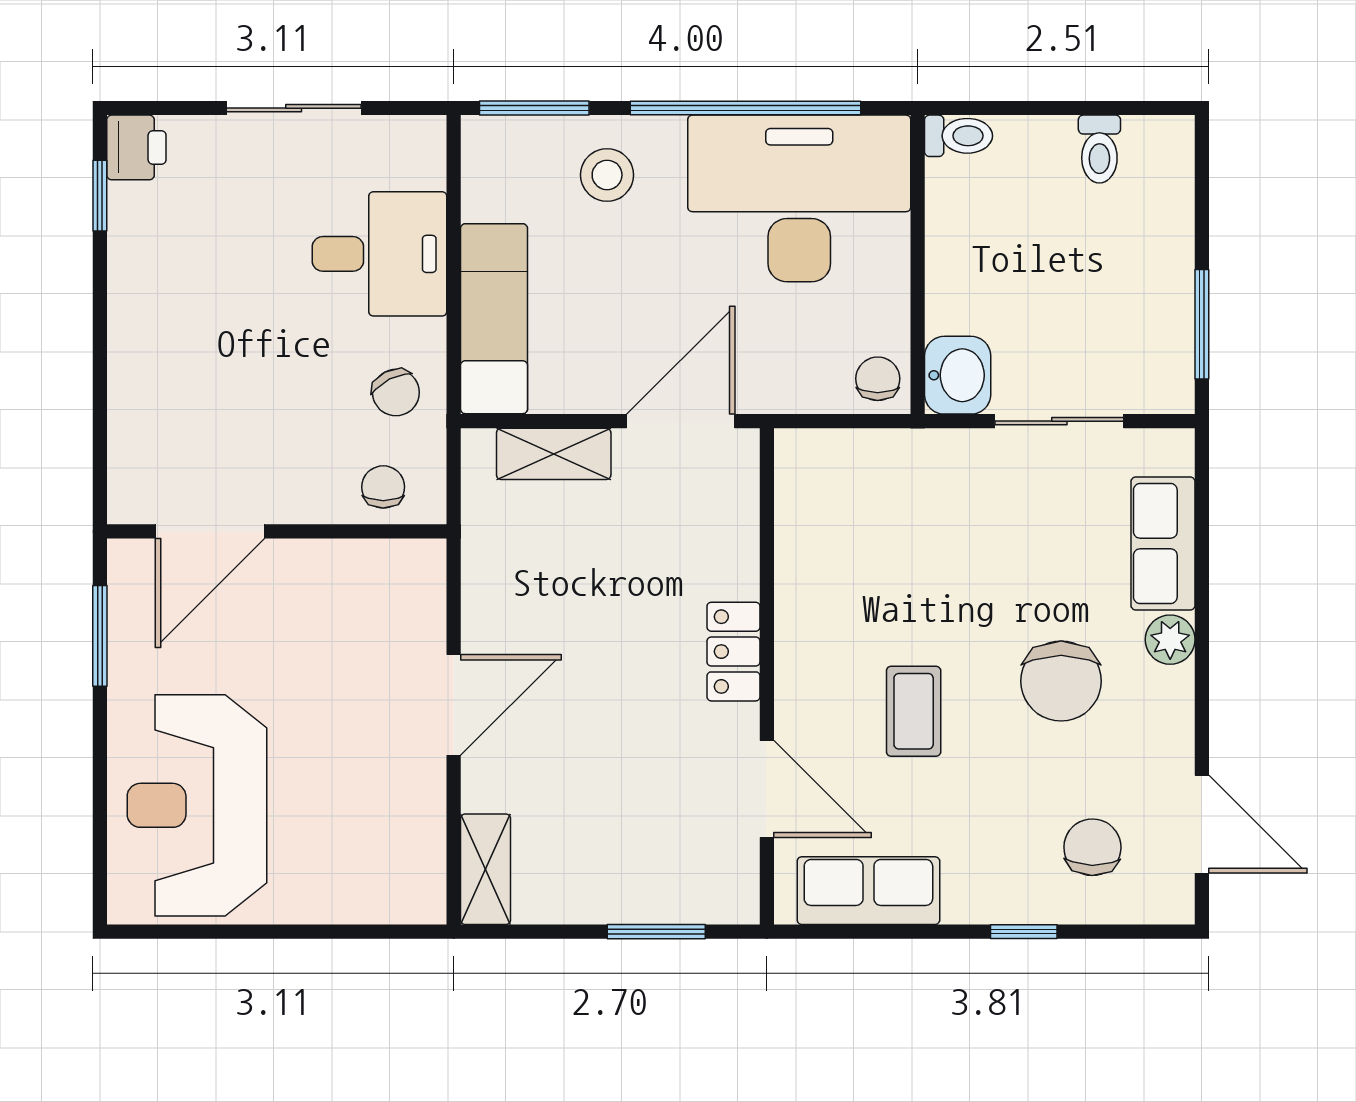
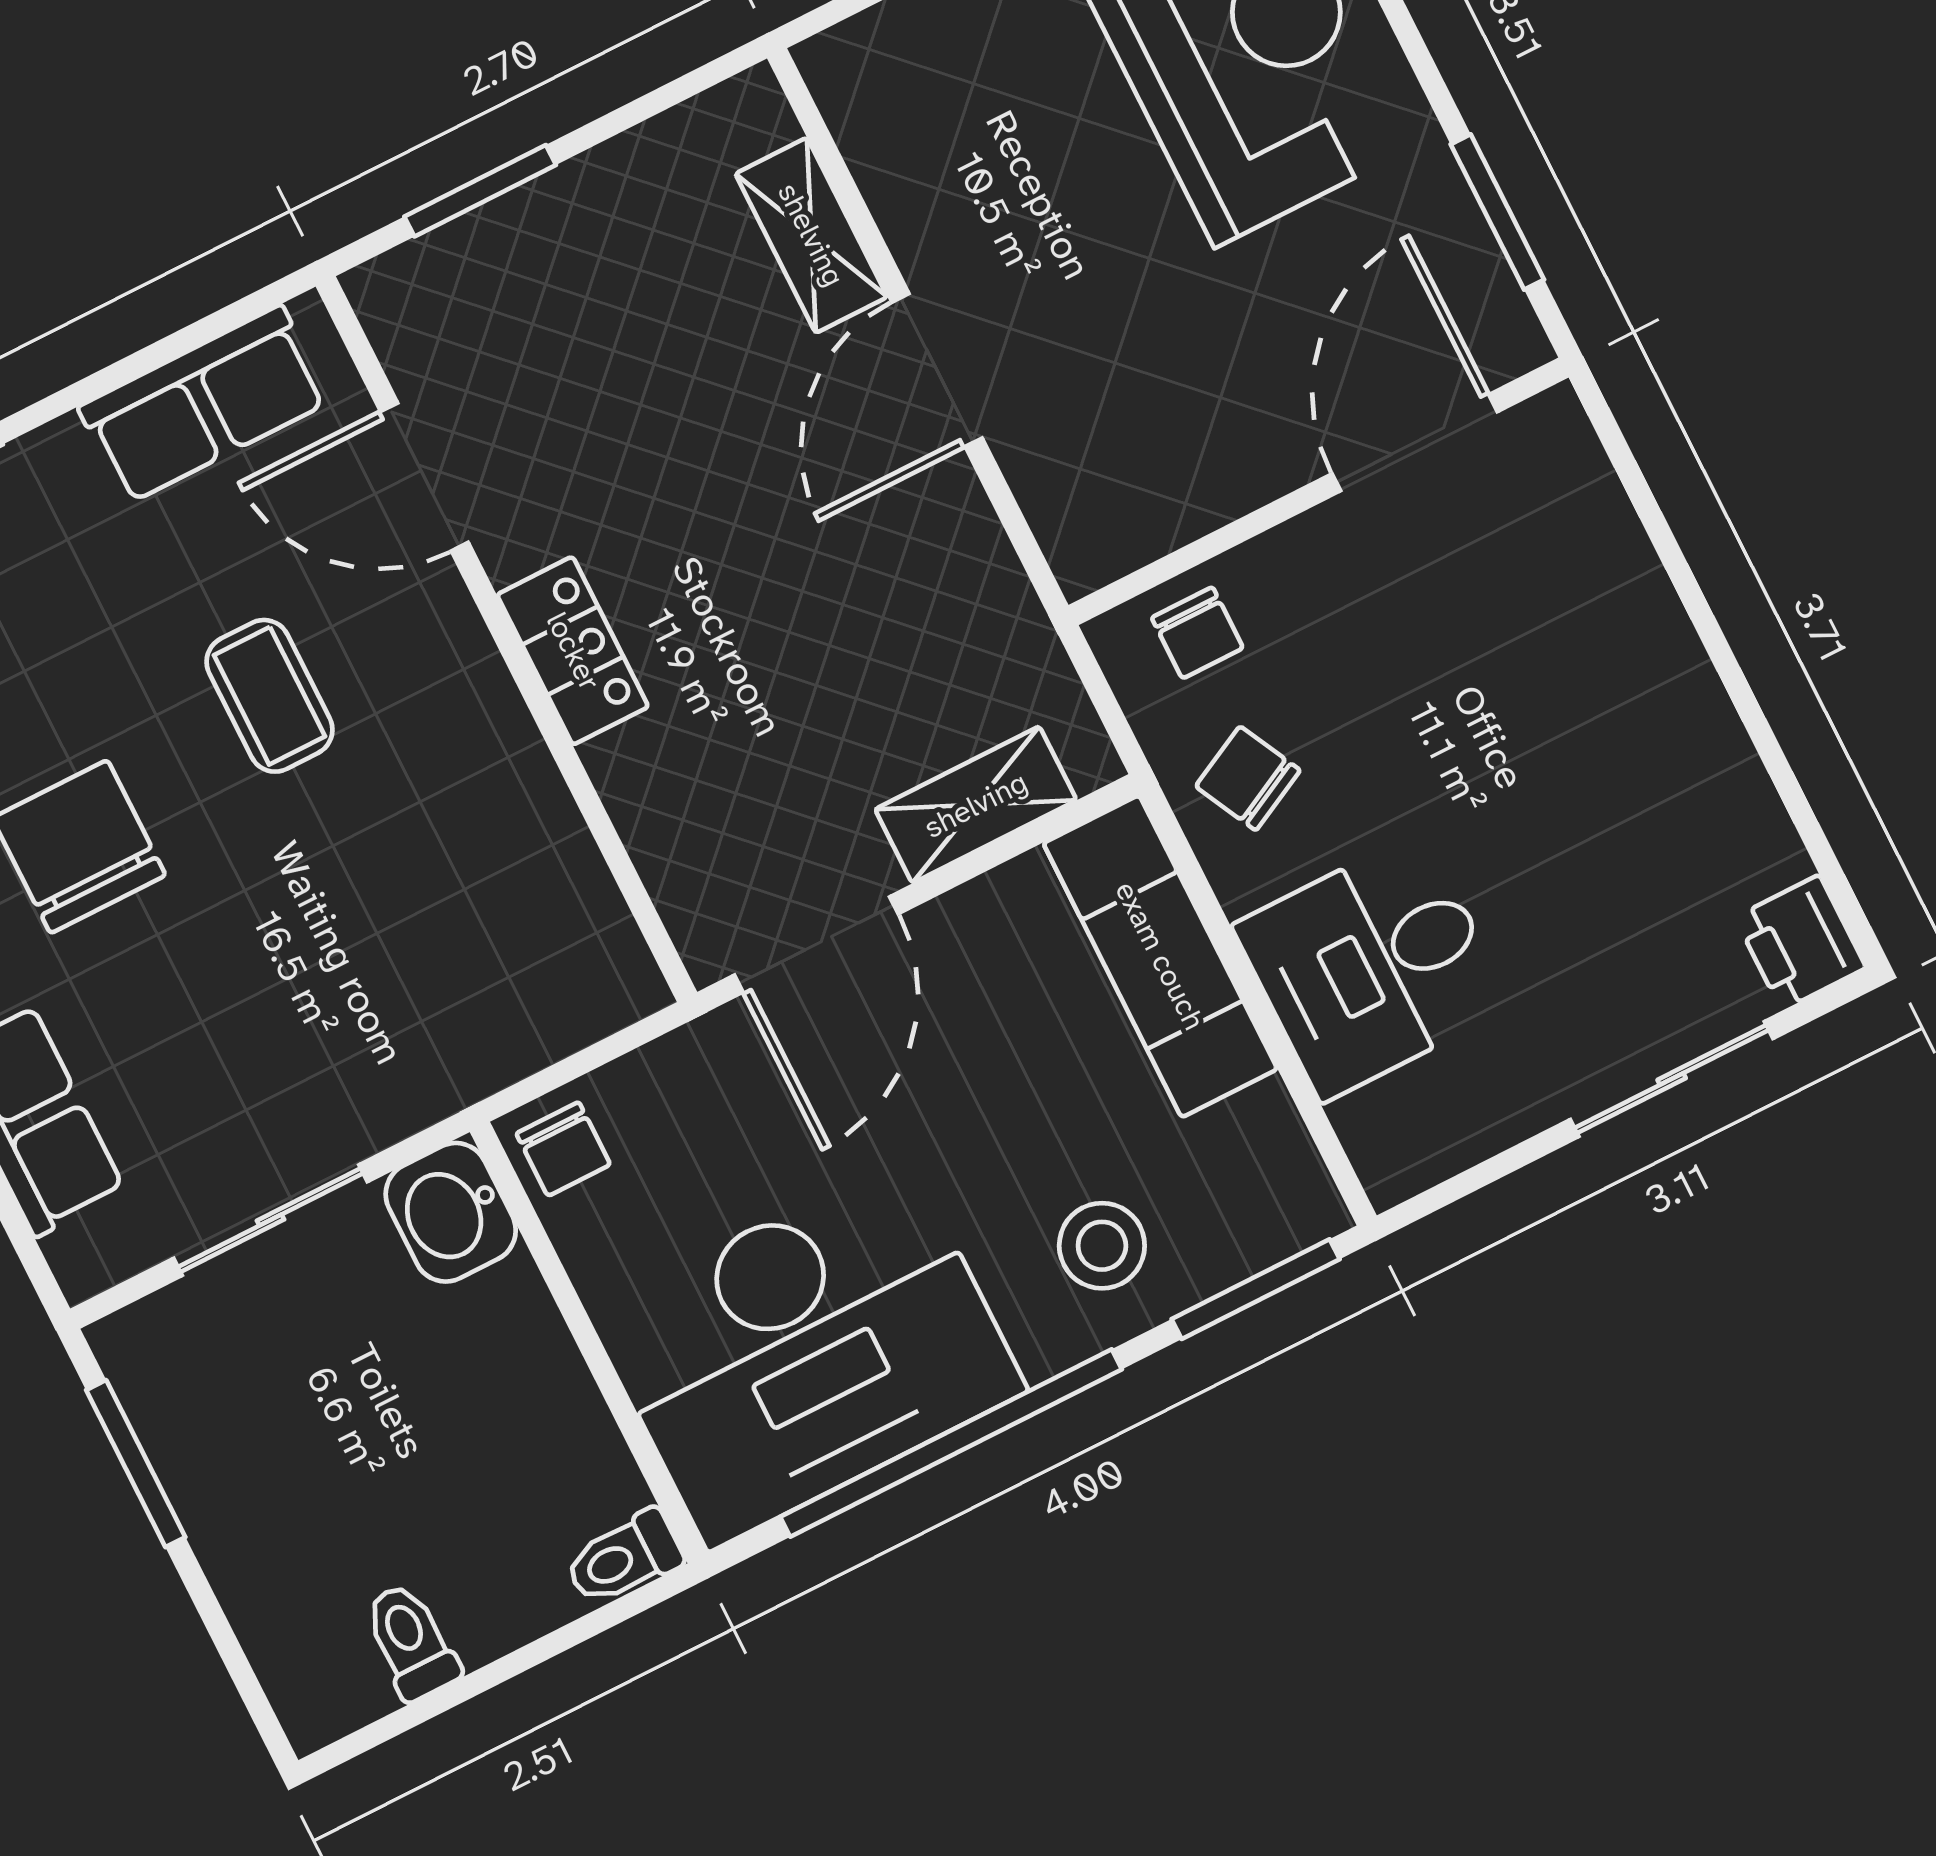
sliding door: (294, 108) -> (1672, 1079), moved
window: (100, 196) -> (1818, 847), removed
shelving: (486, 869) -> (811, 235), moved

